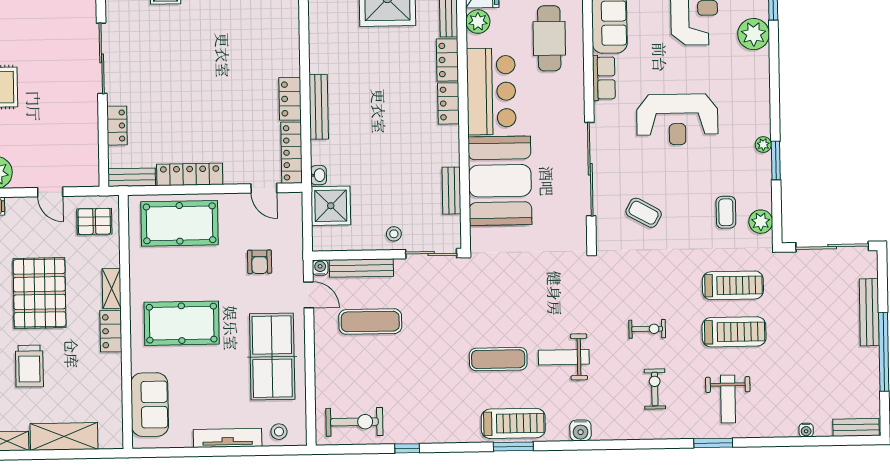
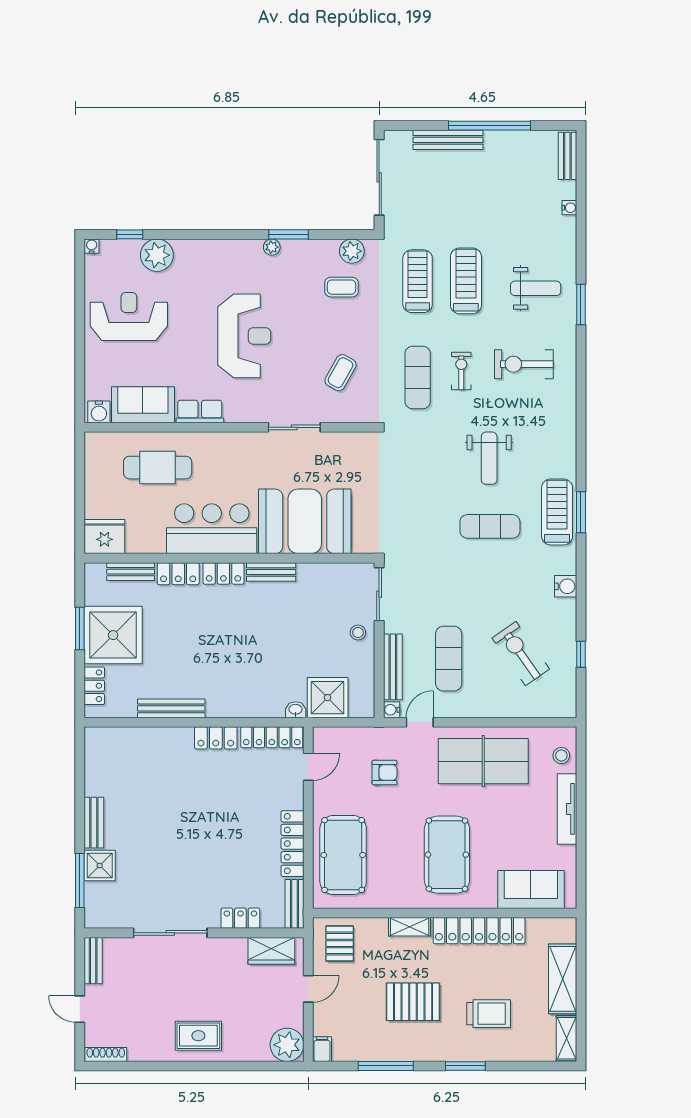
plant: (478, 22) -> (139, 541), removed
bench: (319, 107) -> (171, 708), moved
wardrobe: (86, 156) -> (271, 951), added
sliding door: (590, 169) -> (294, 427), width x0.54
bench: (451, 191) -> (271, 572), moved
exercise mat: (640, 287) -> (418, 377), added
pallet: (40, 293) -> (413, 1002), width x0.73, depth x0.71
locker: (111, 331) -> (479, 931), width x2.16, depth x1.21
exercise mat: (498, 359) -> (490, 526), turned 90
exercise bike: (655, 389) -> (524, 364), width x1.38, depth x1.39
exercise bike: (354, 422) -> (521, 654), moved, turned -35
water cooler: (581, 430) -> (566, 586), moved
window: (407, 448) -> (581, 654), moved

